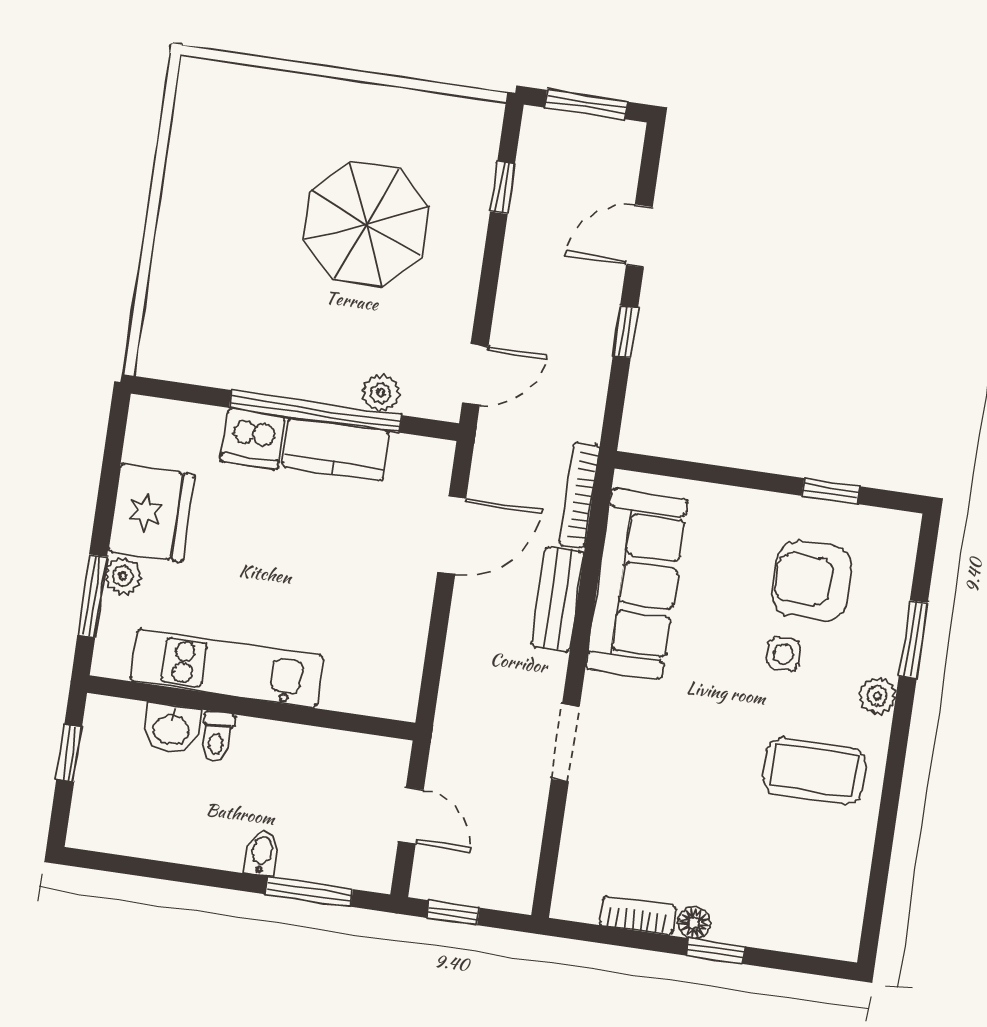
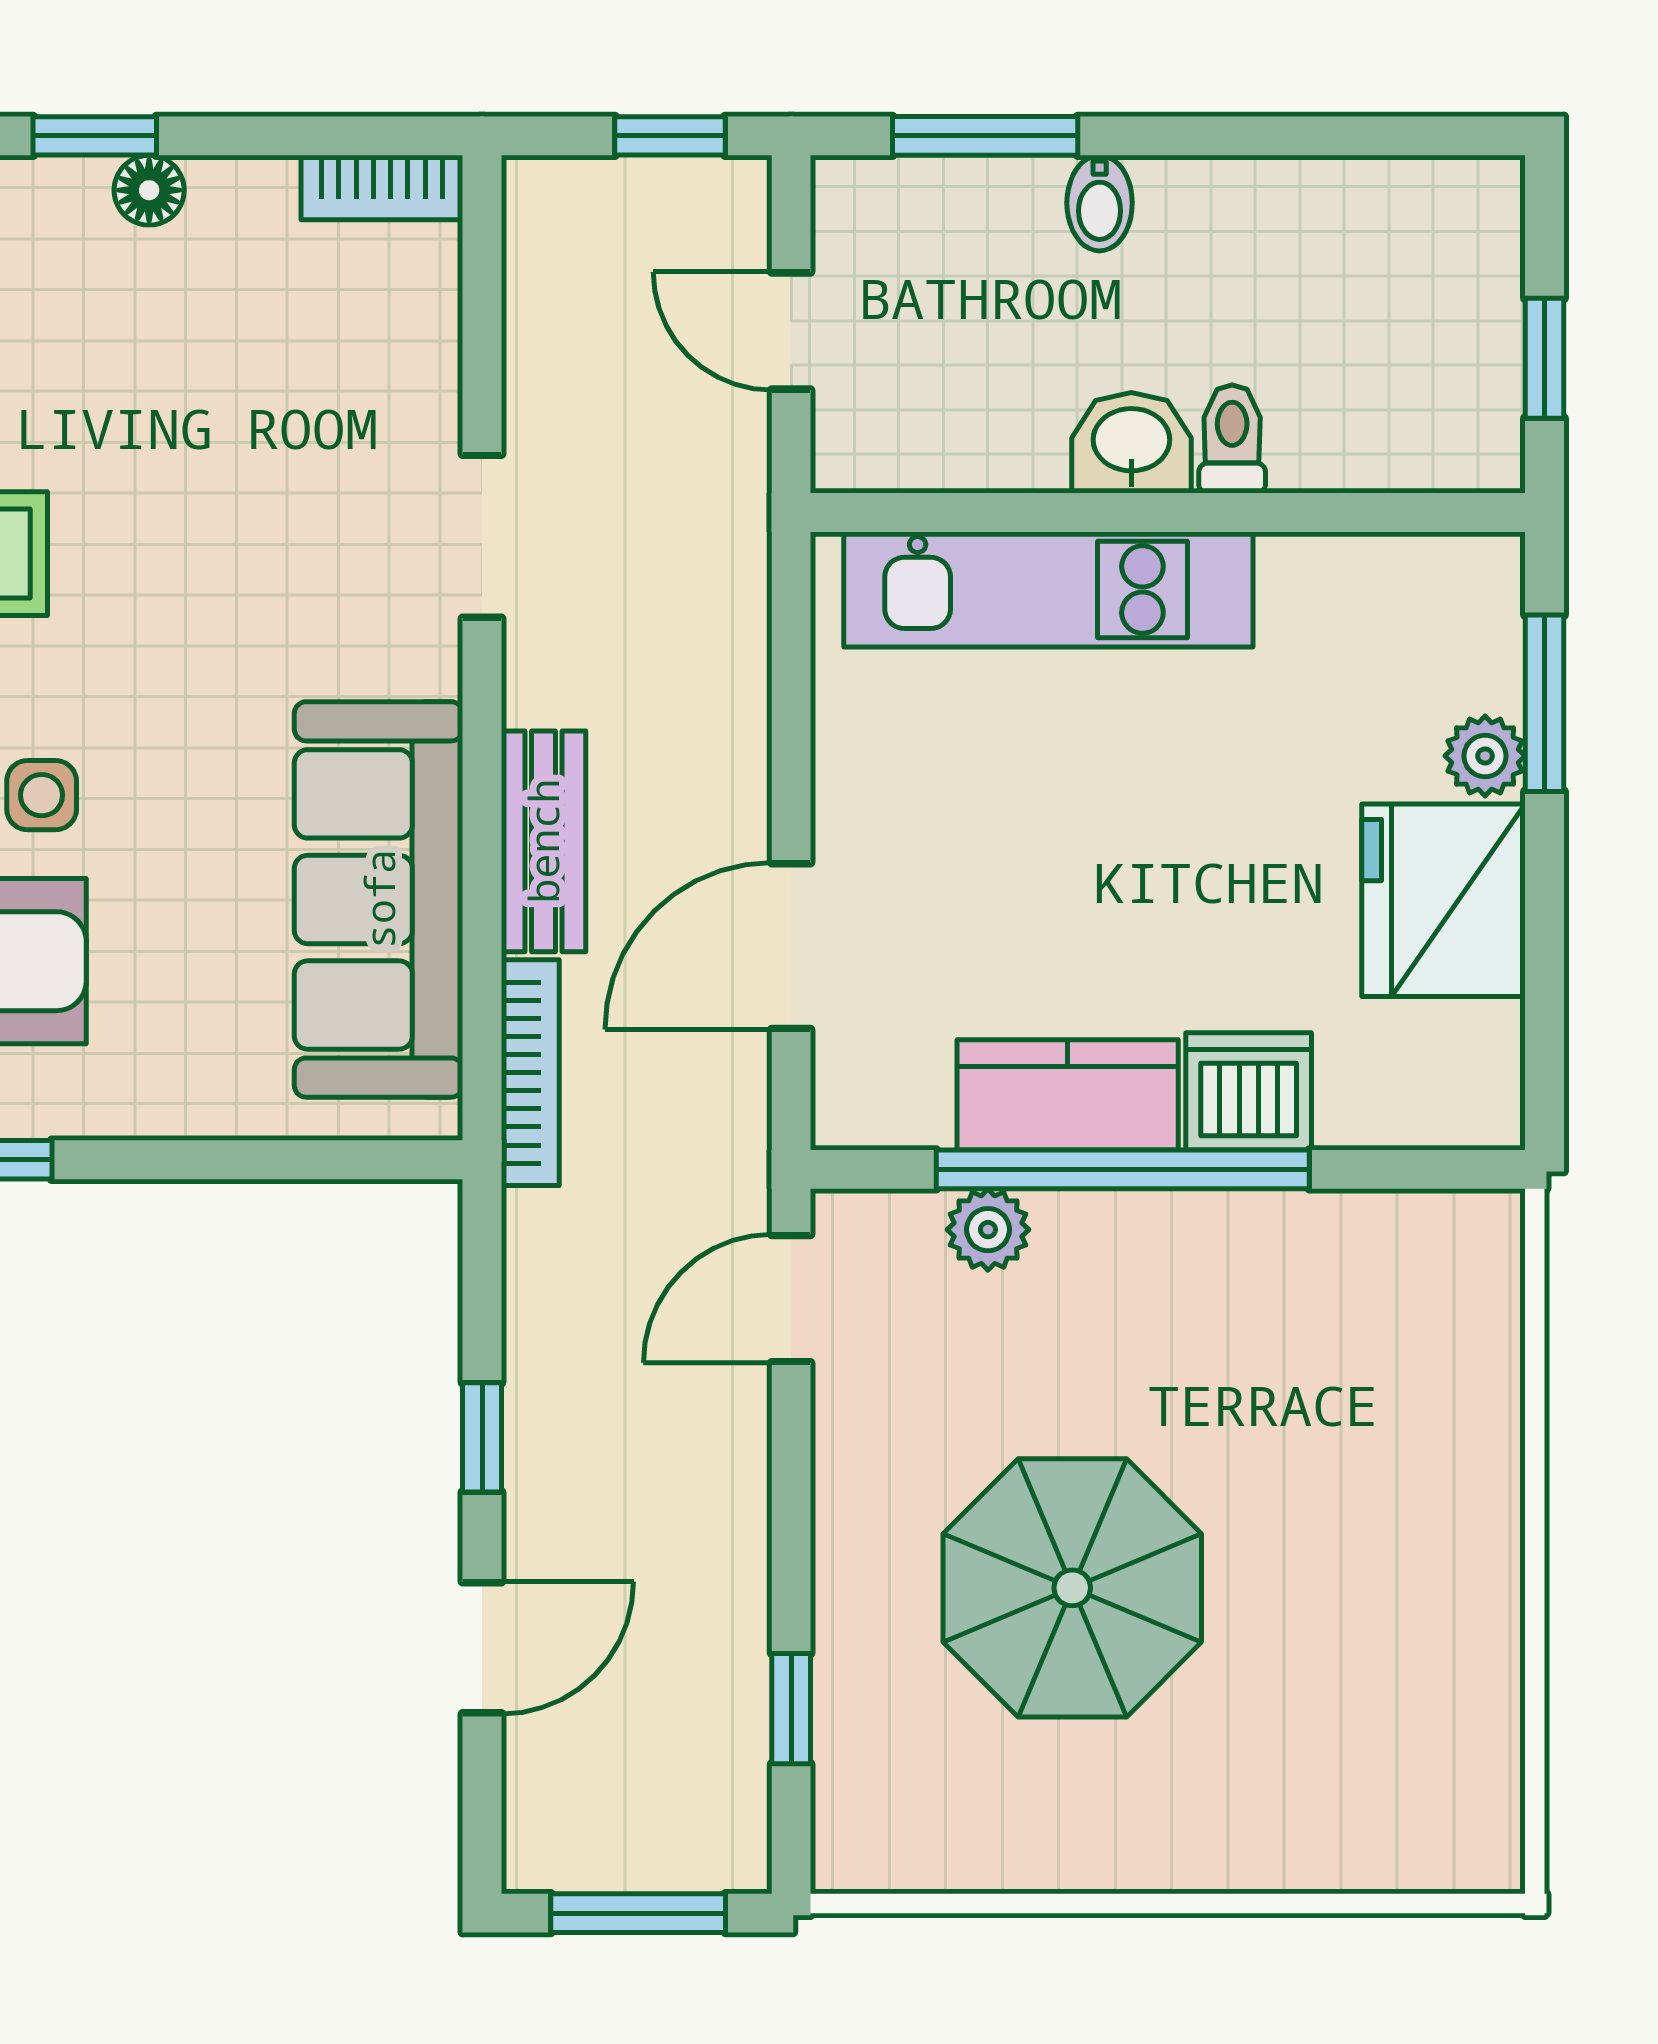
kitchen unit: (227, 668) -> (1048, 589), moved
washbasin: (171, 729) -> (1131, 443), moved
bookcase: (638, 916) -> (382, 187), moved

